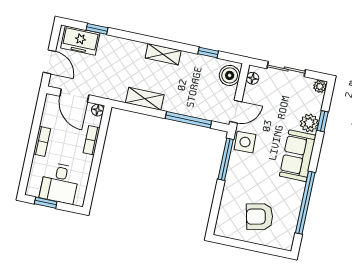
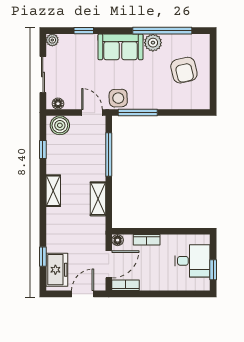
plant: (309, 123) -> (153, 43), moved
bookcase: (42, 141) -> (125, 285), moved

